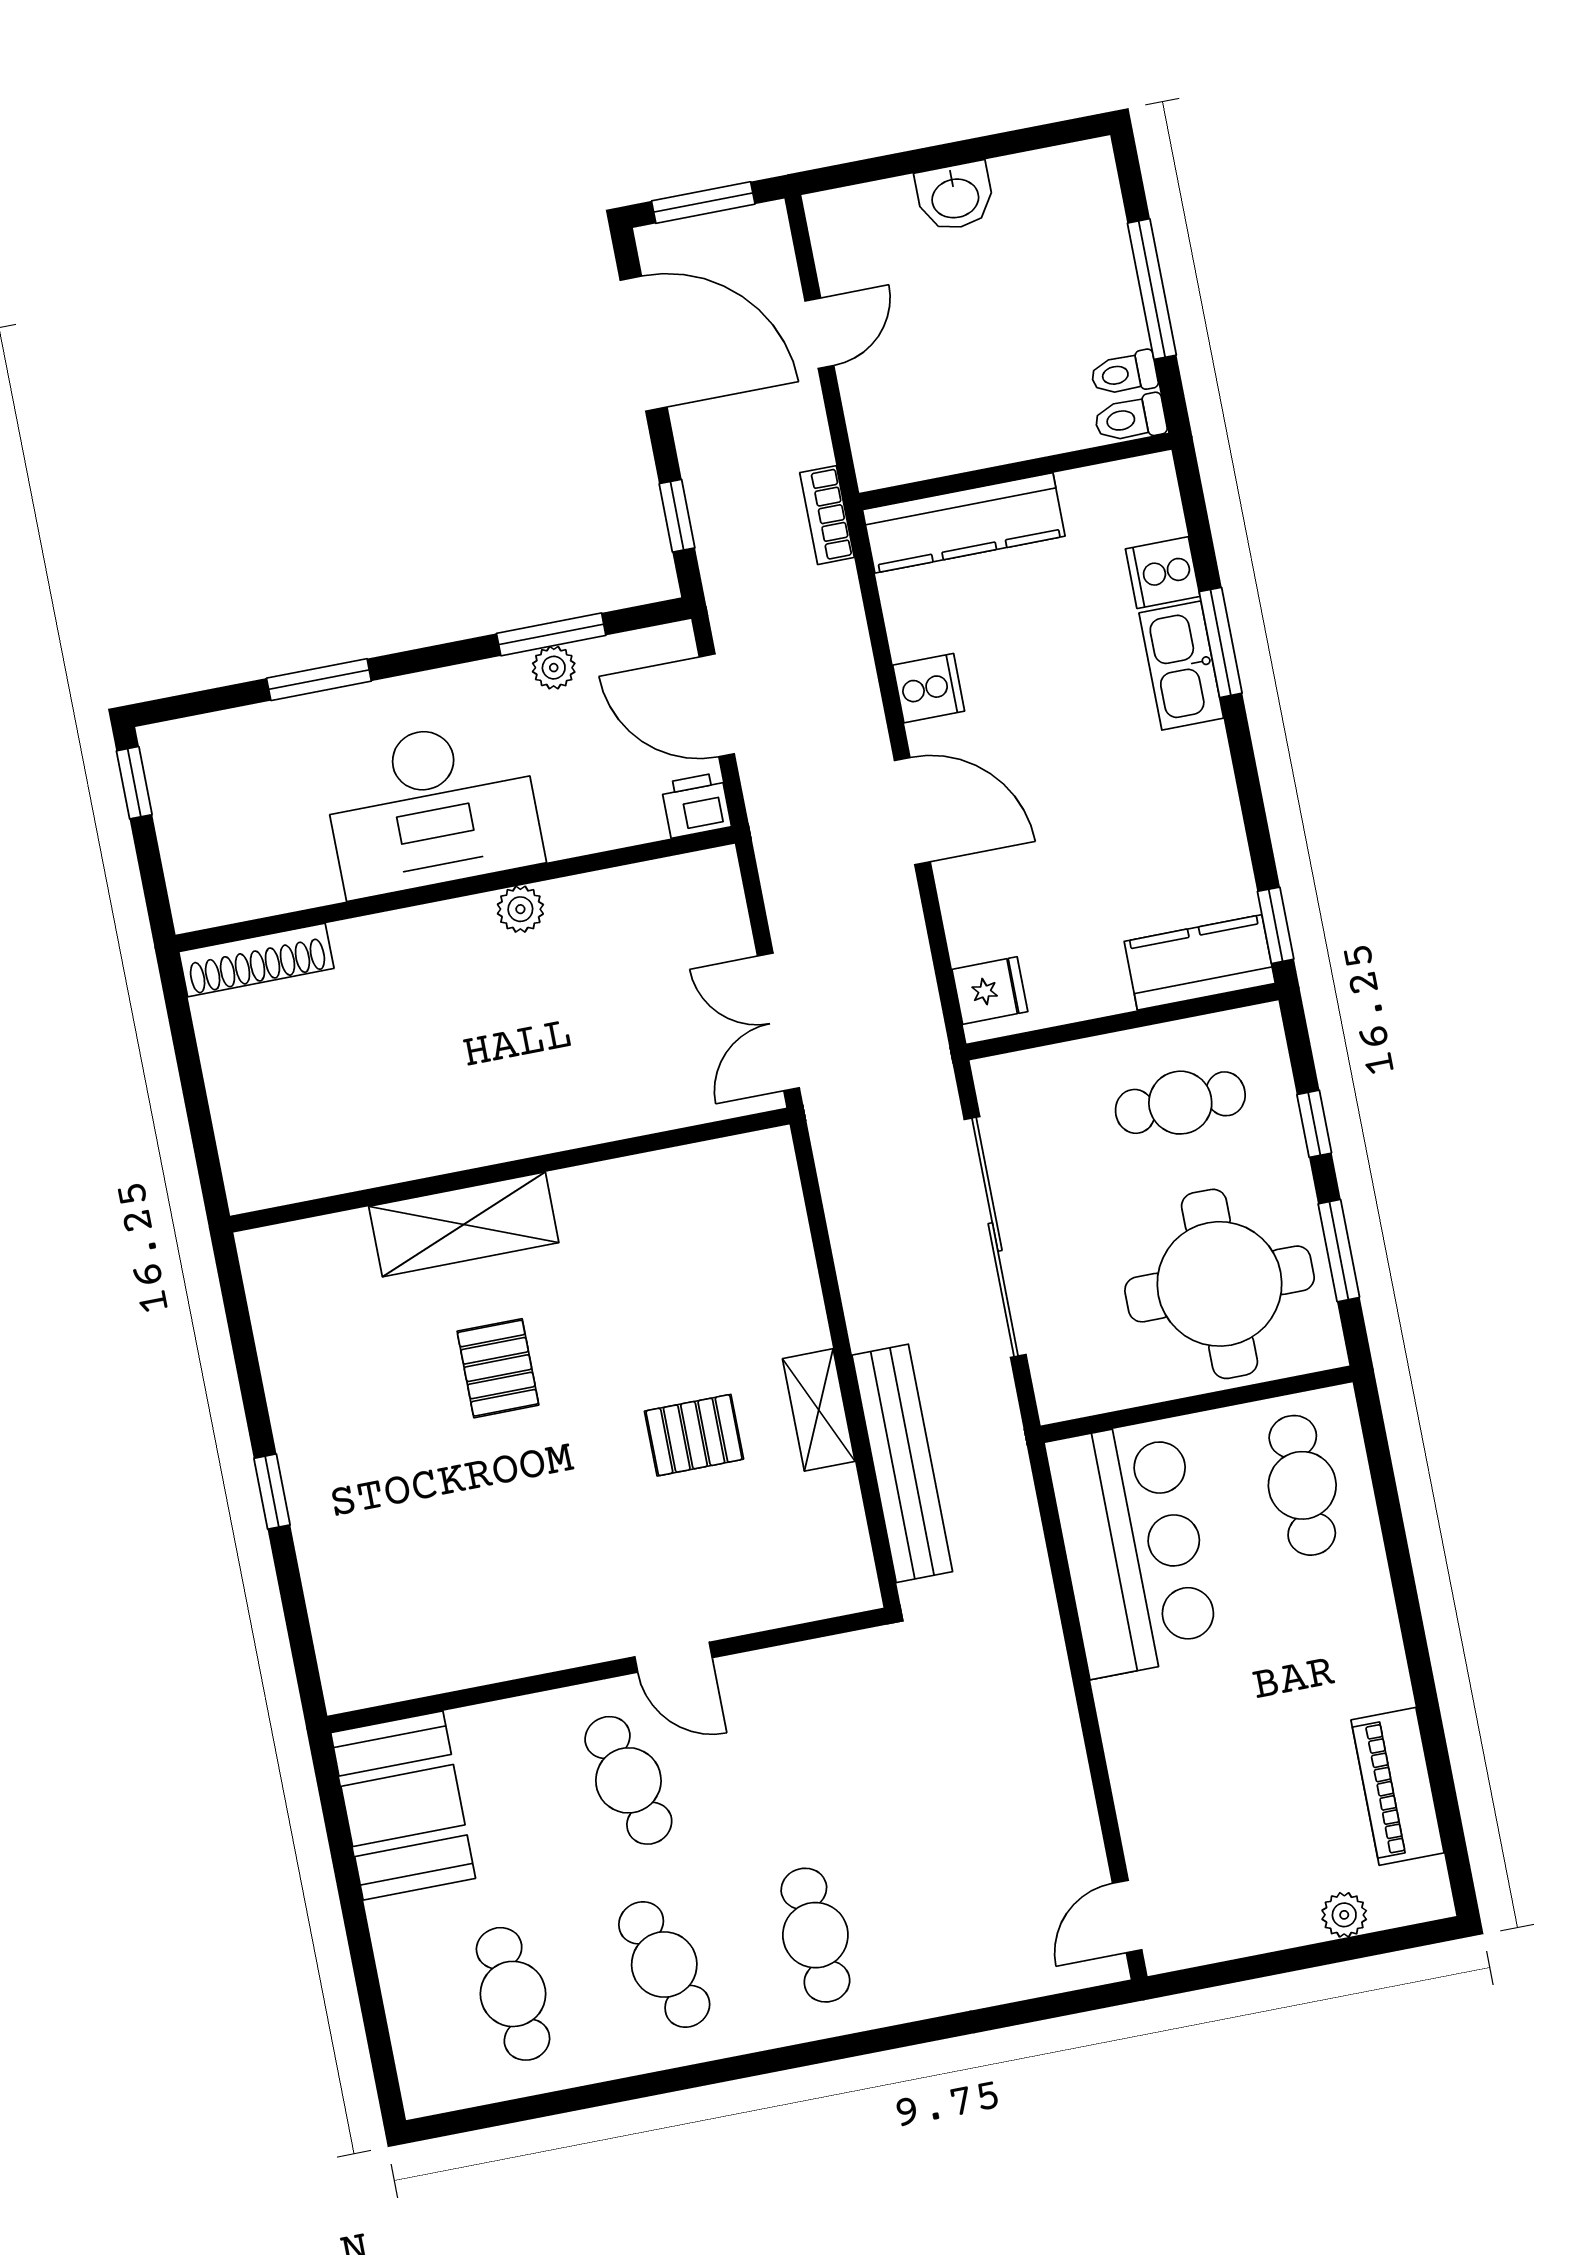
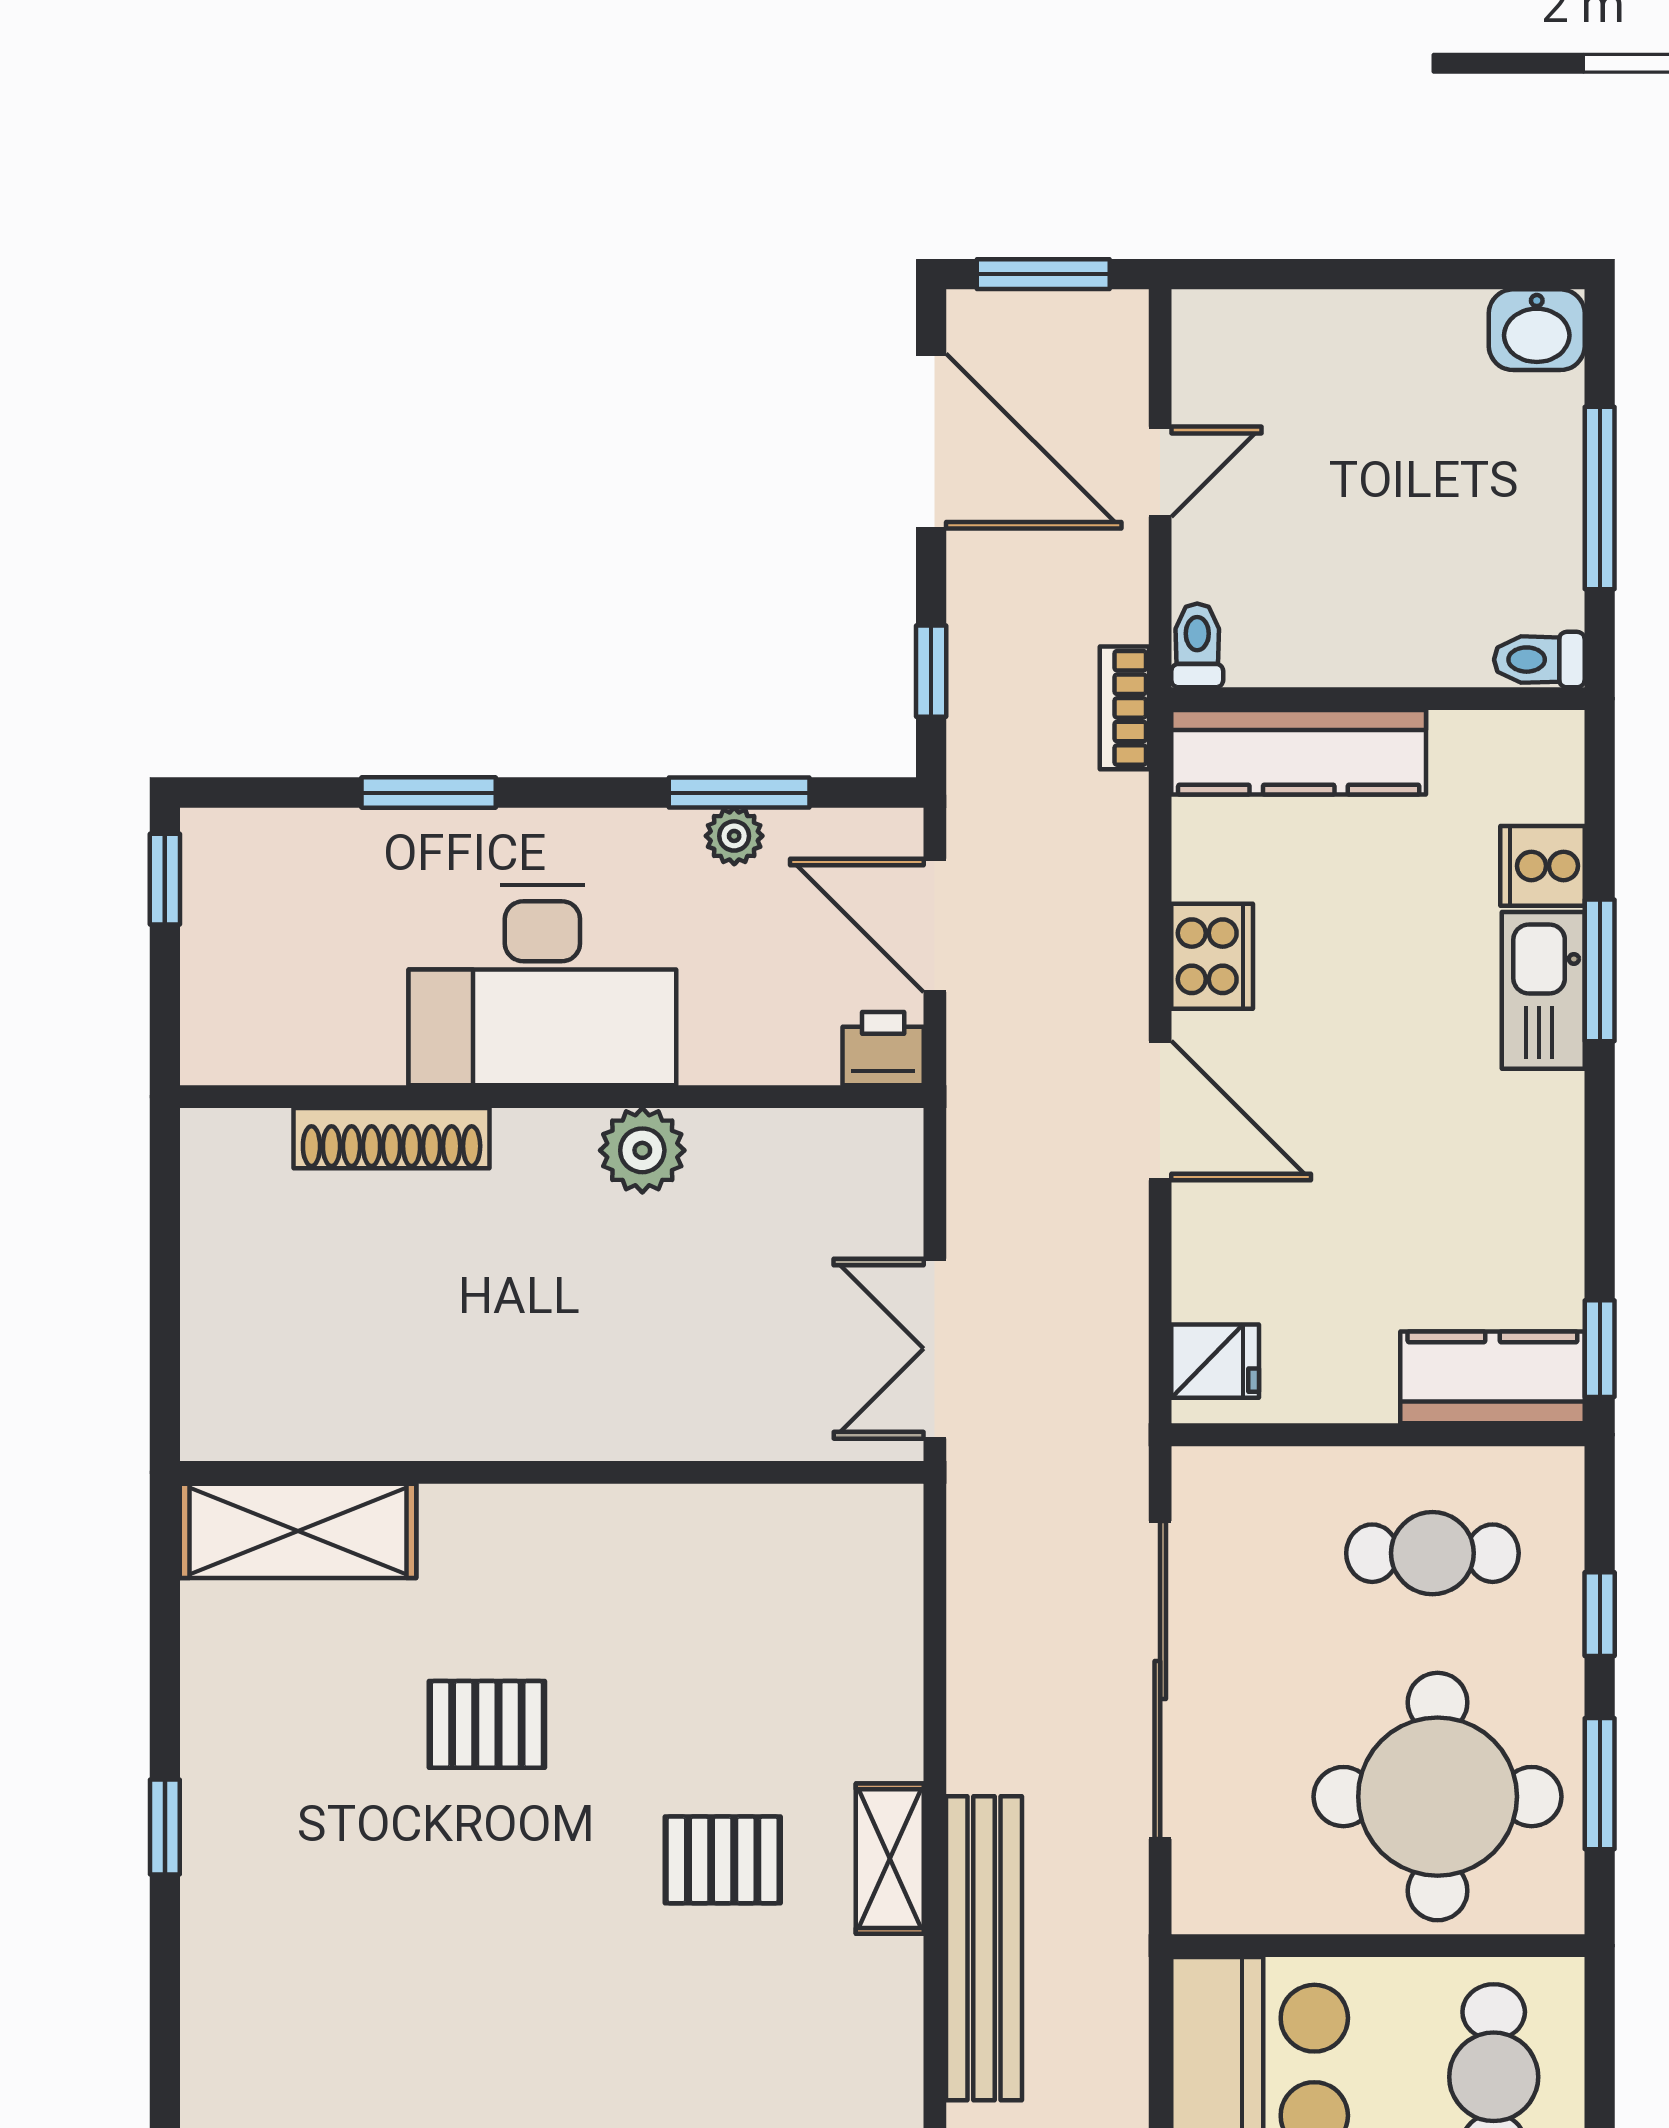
washbasin: (955, 197) -> (1537, 330), moved
toilet: (1124, 374) -> (1197, 645), moved, turned 90
cooker: (929, 688) -> (1212, 956), width x1.36
plant: (520, 909) -> (642, 1150), width x1.38, depth x1.38
shoe rack: (256, 960) -> (392, 1138), moved
shelving: (464, 1224) -> (298, 1531), moved
pallet: (498, 1368) -> (487, 1724), turned 90

